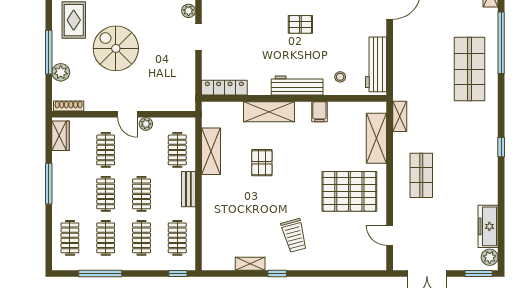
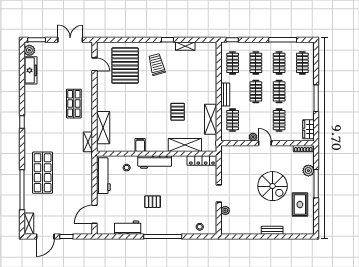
shelving: (269, 112) -> (185, 145), moved
pallet: (349, 191) -> (125, 66), moved, turned 90

